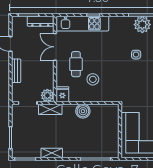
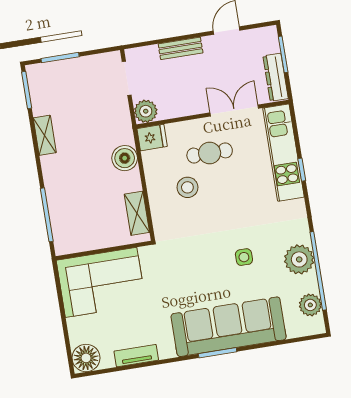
shelving: (50, 109) -> (137, 213), moved
boiler: (83, 111) -> (125, 158), moved

